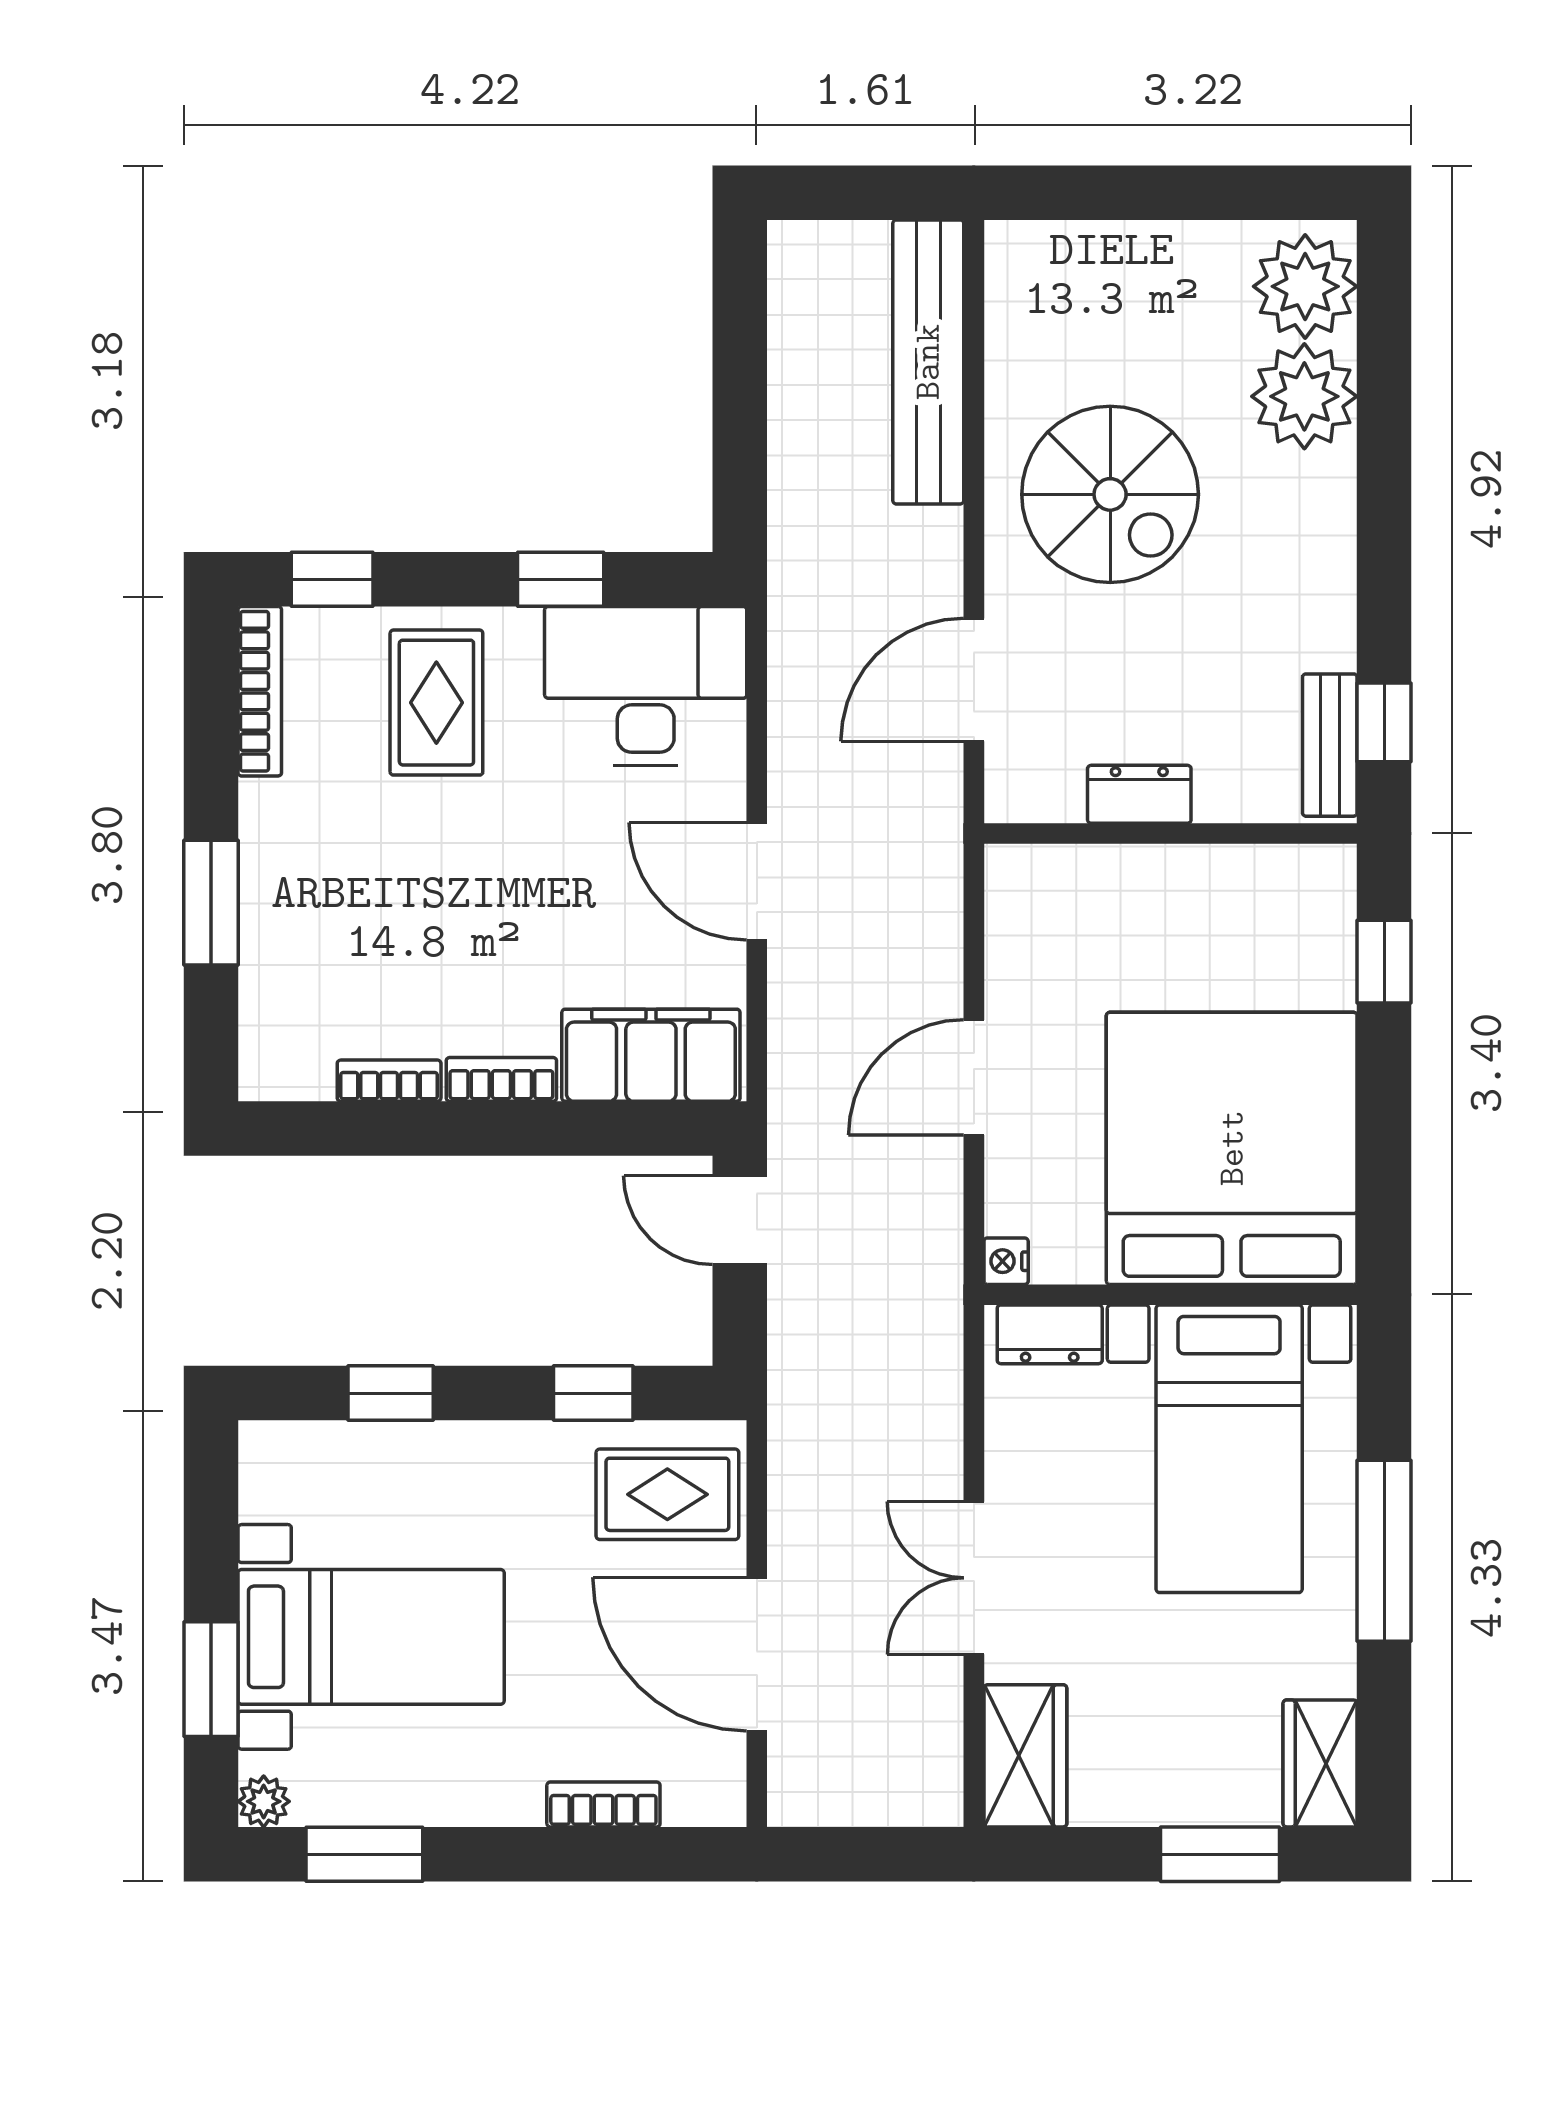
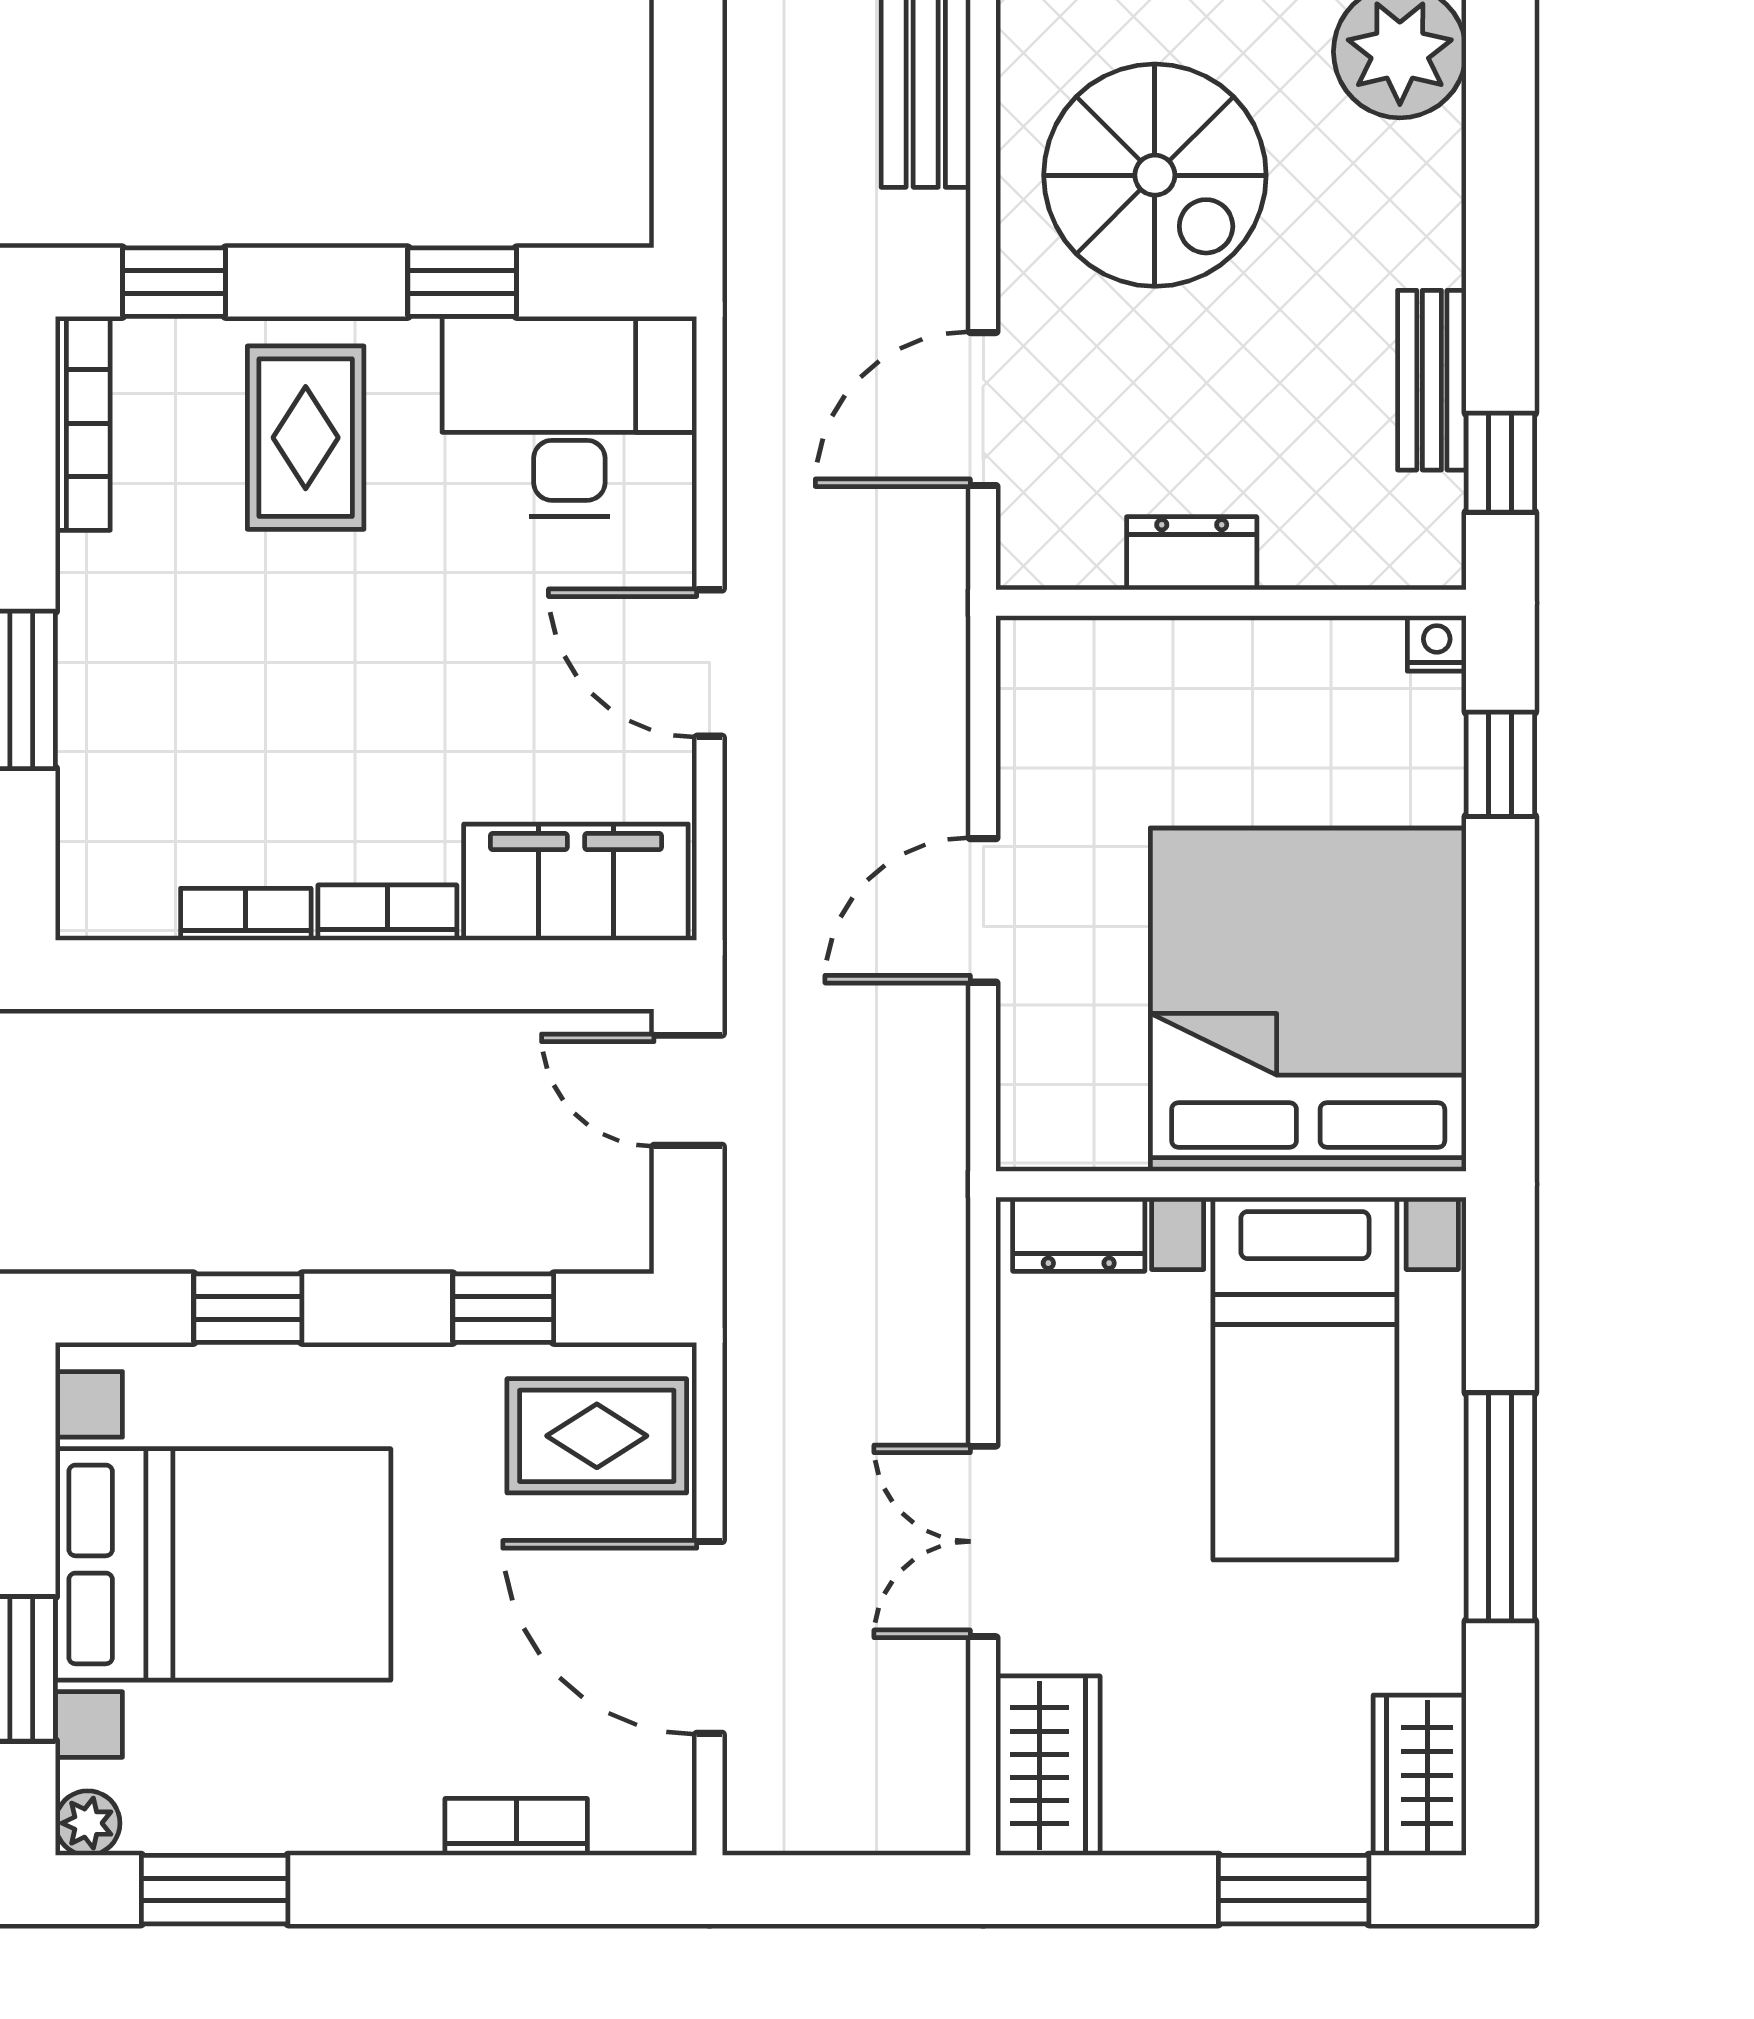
bench: (1330, 745) -> (1432, 380), moved
nightstand: (1006, 1261) -> (1437, 643), moved, turned 90
bed with nightstands: (371, 1637) -> (223, 1564), width x1.36

